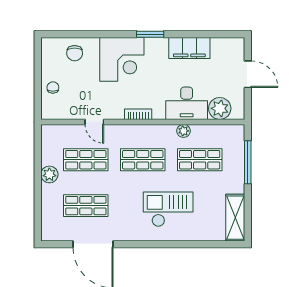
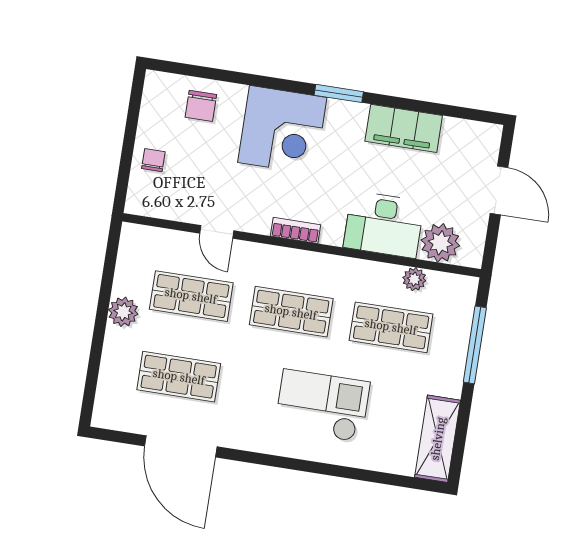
plant: (184, 131) -> (414, 279), moved

